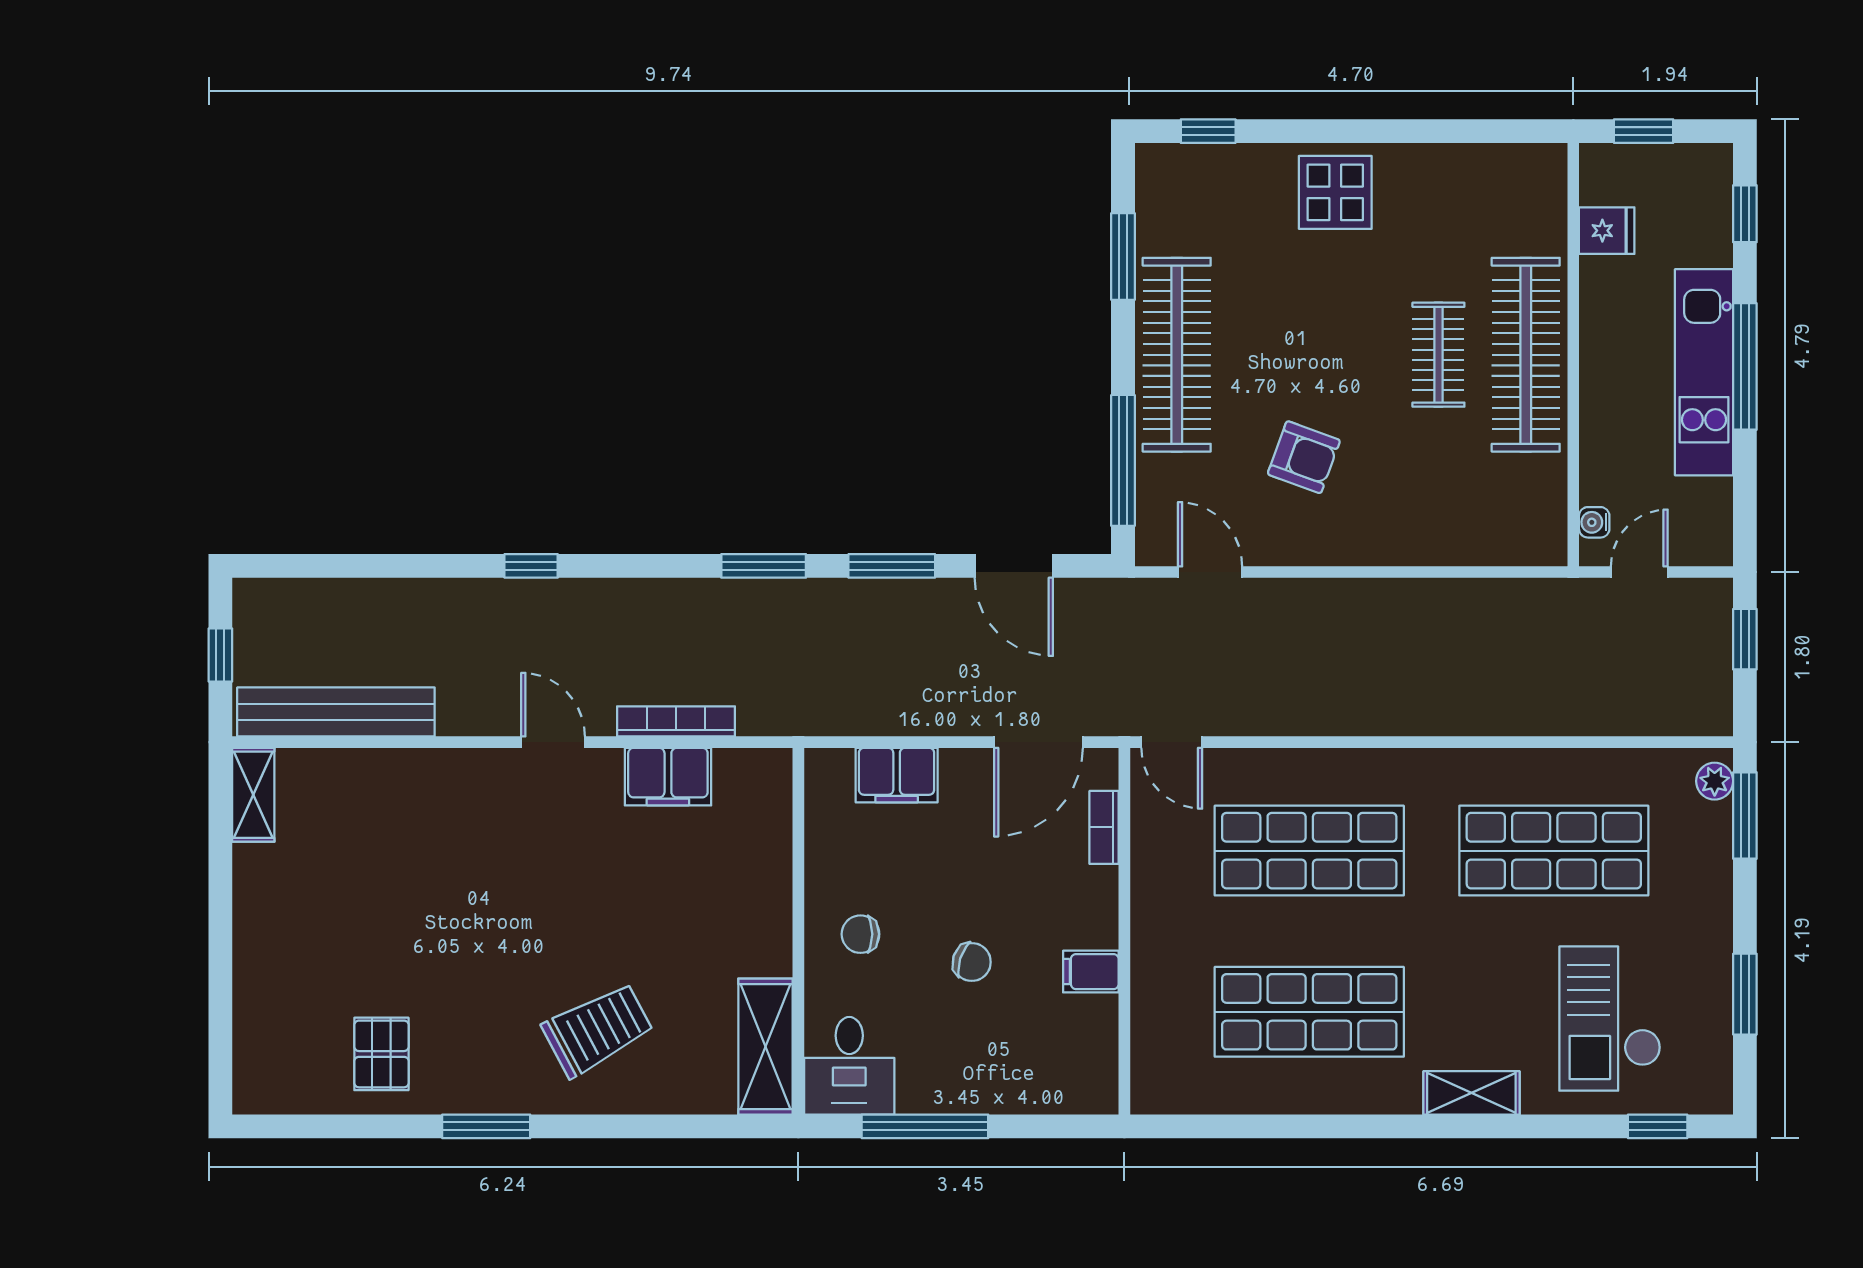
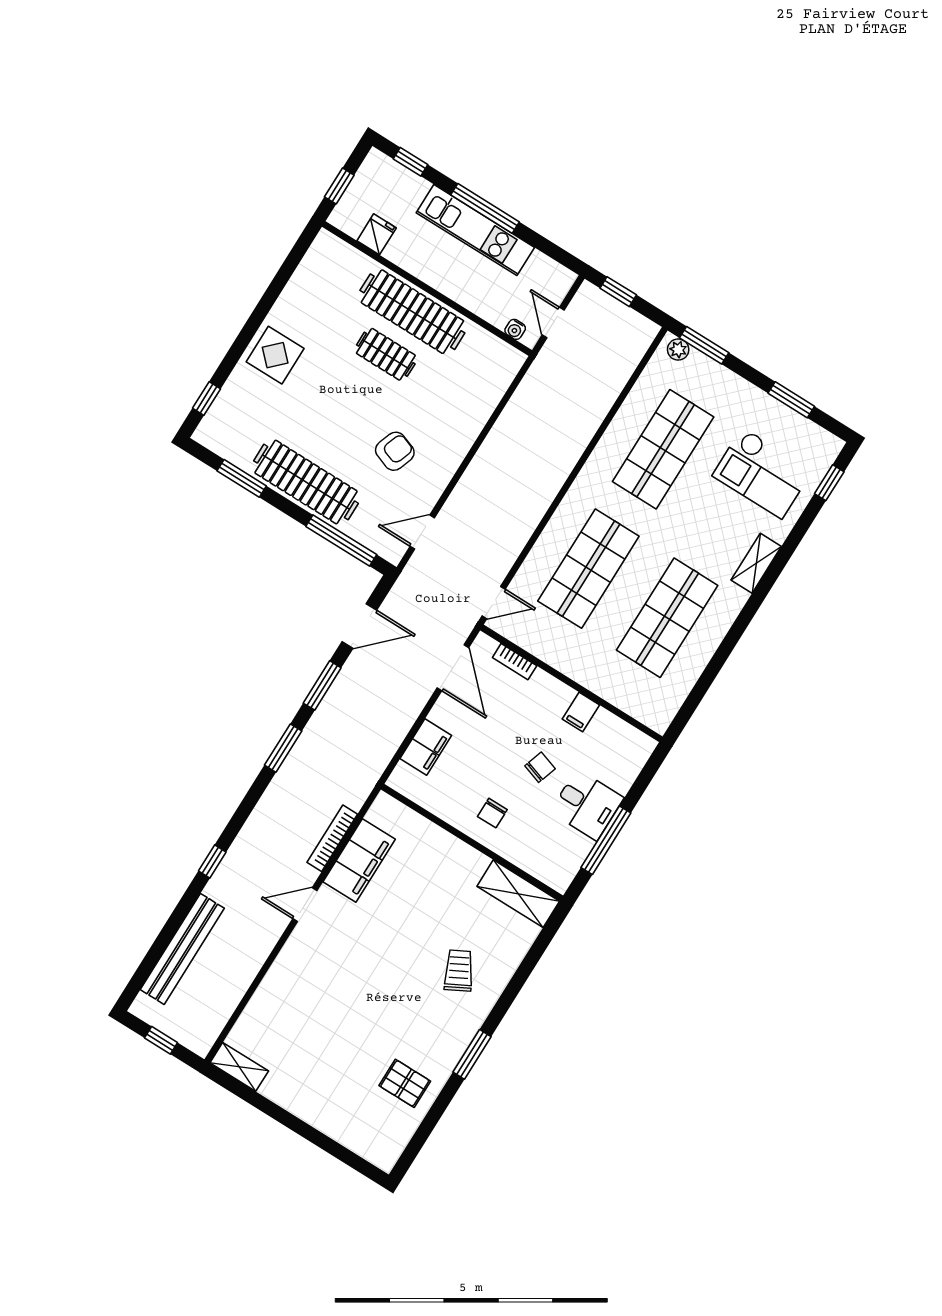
bench: (336, 712) -> (182, 949), moved
filing cabinet: (668, 777) -> (359, 860), width x1.50, depth x1.17
trolley: (598, 1030) -> (459, 971), width x0.73, depth x0.72
desk: (849, 1066) -> (587, 805), moved

